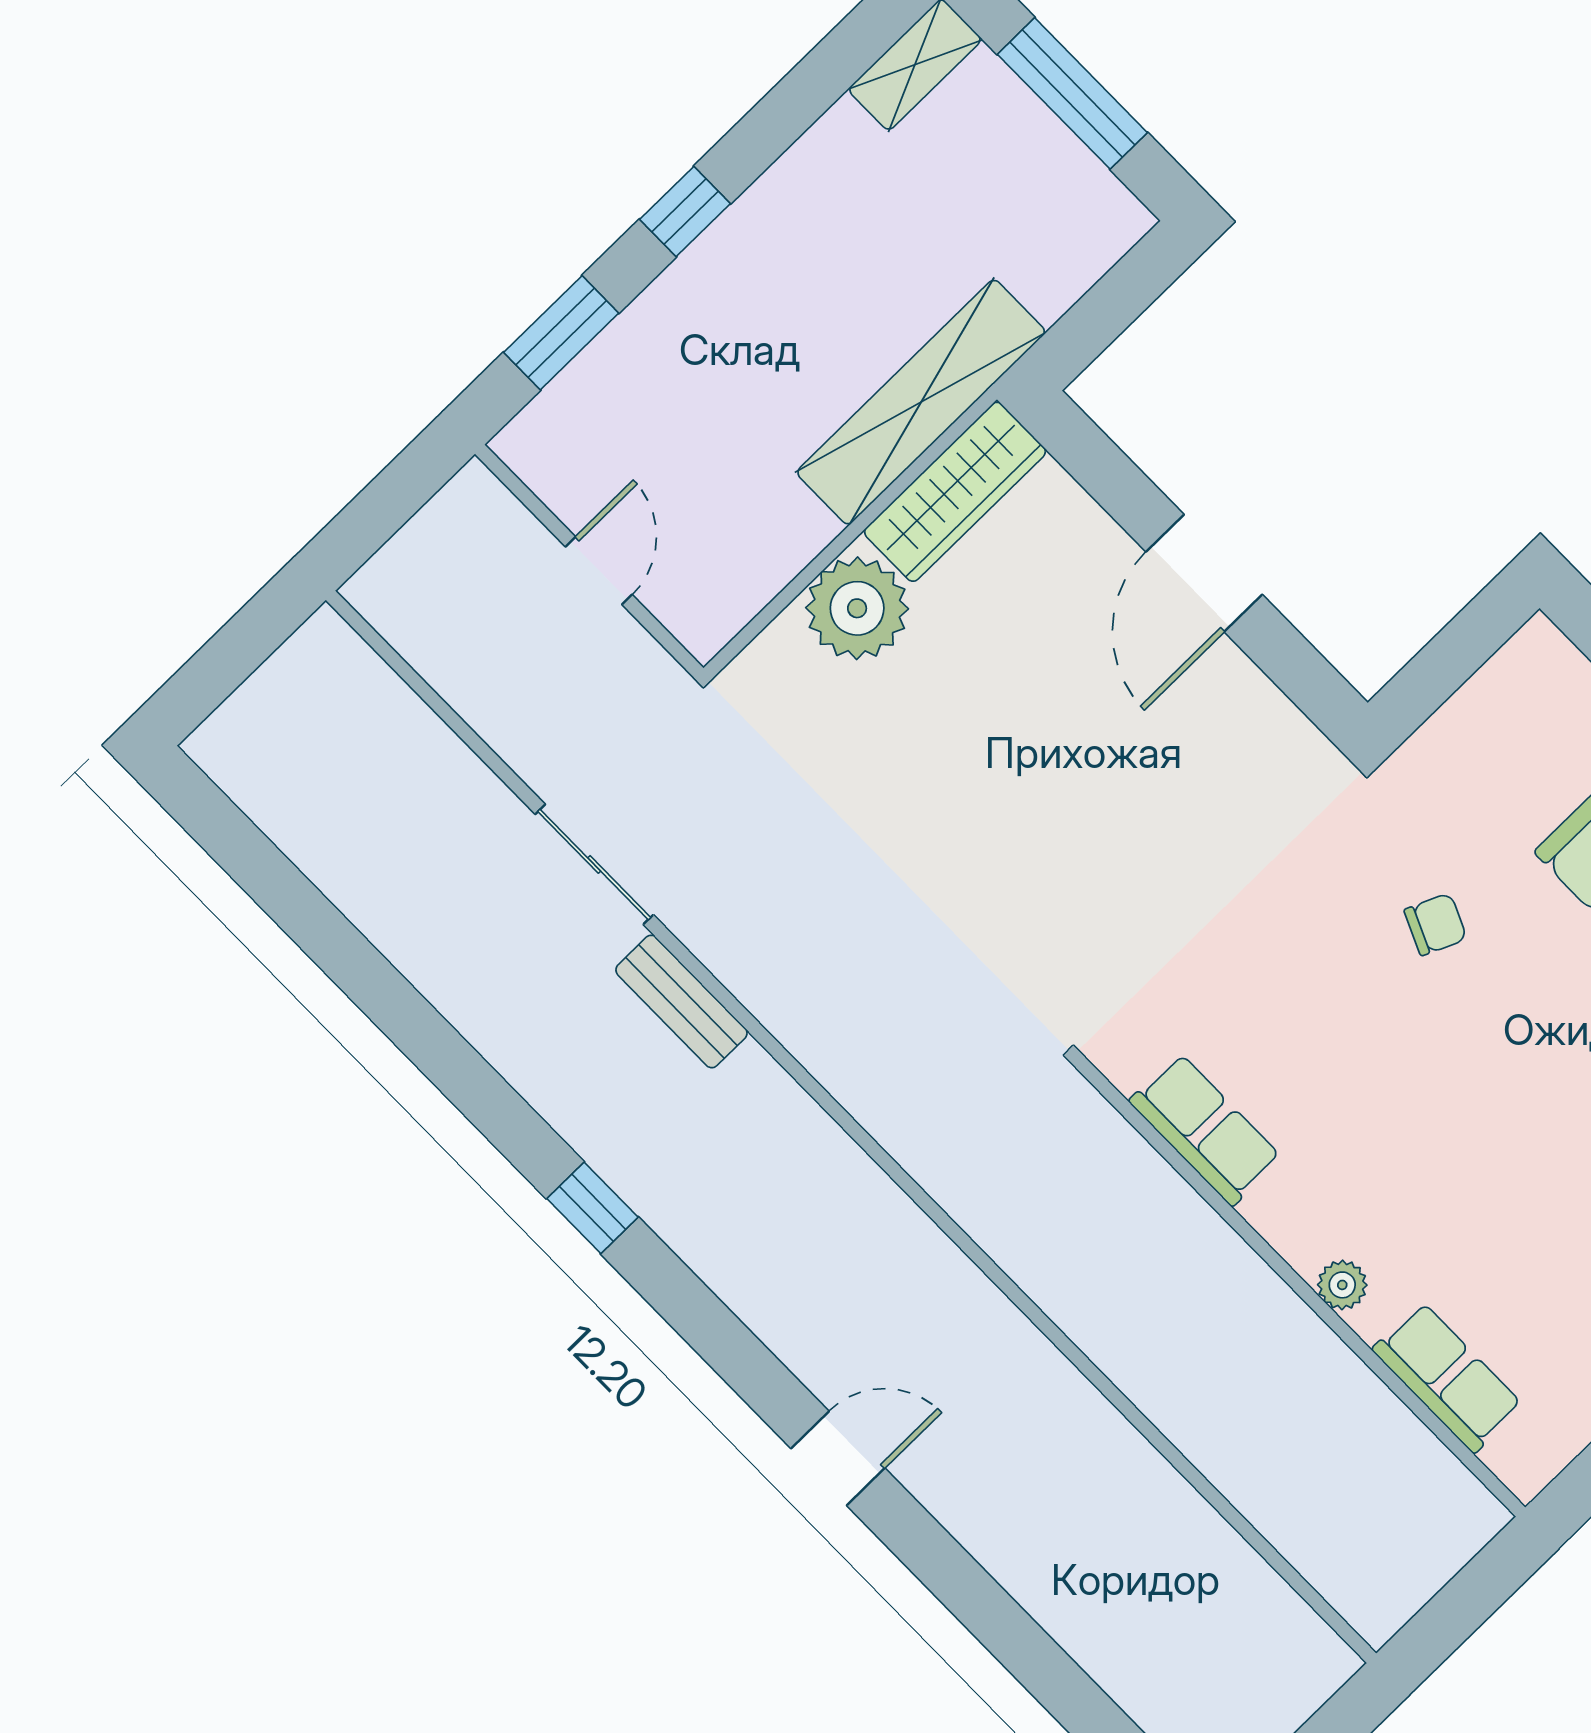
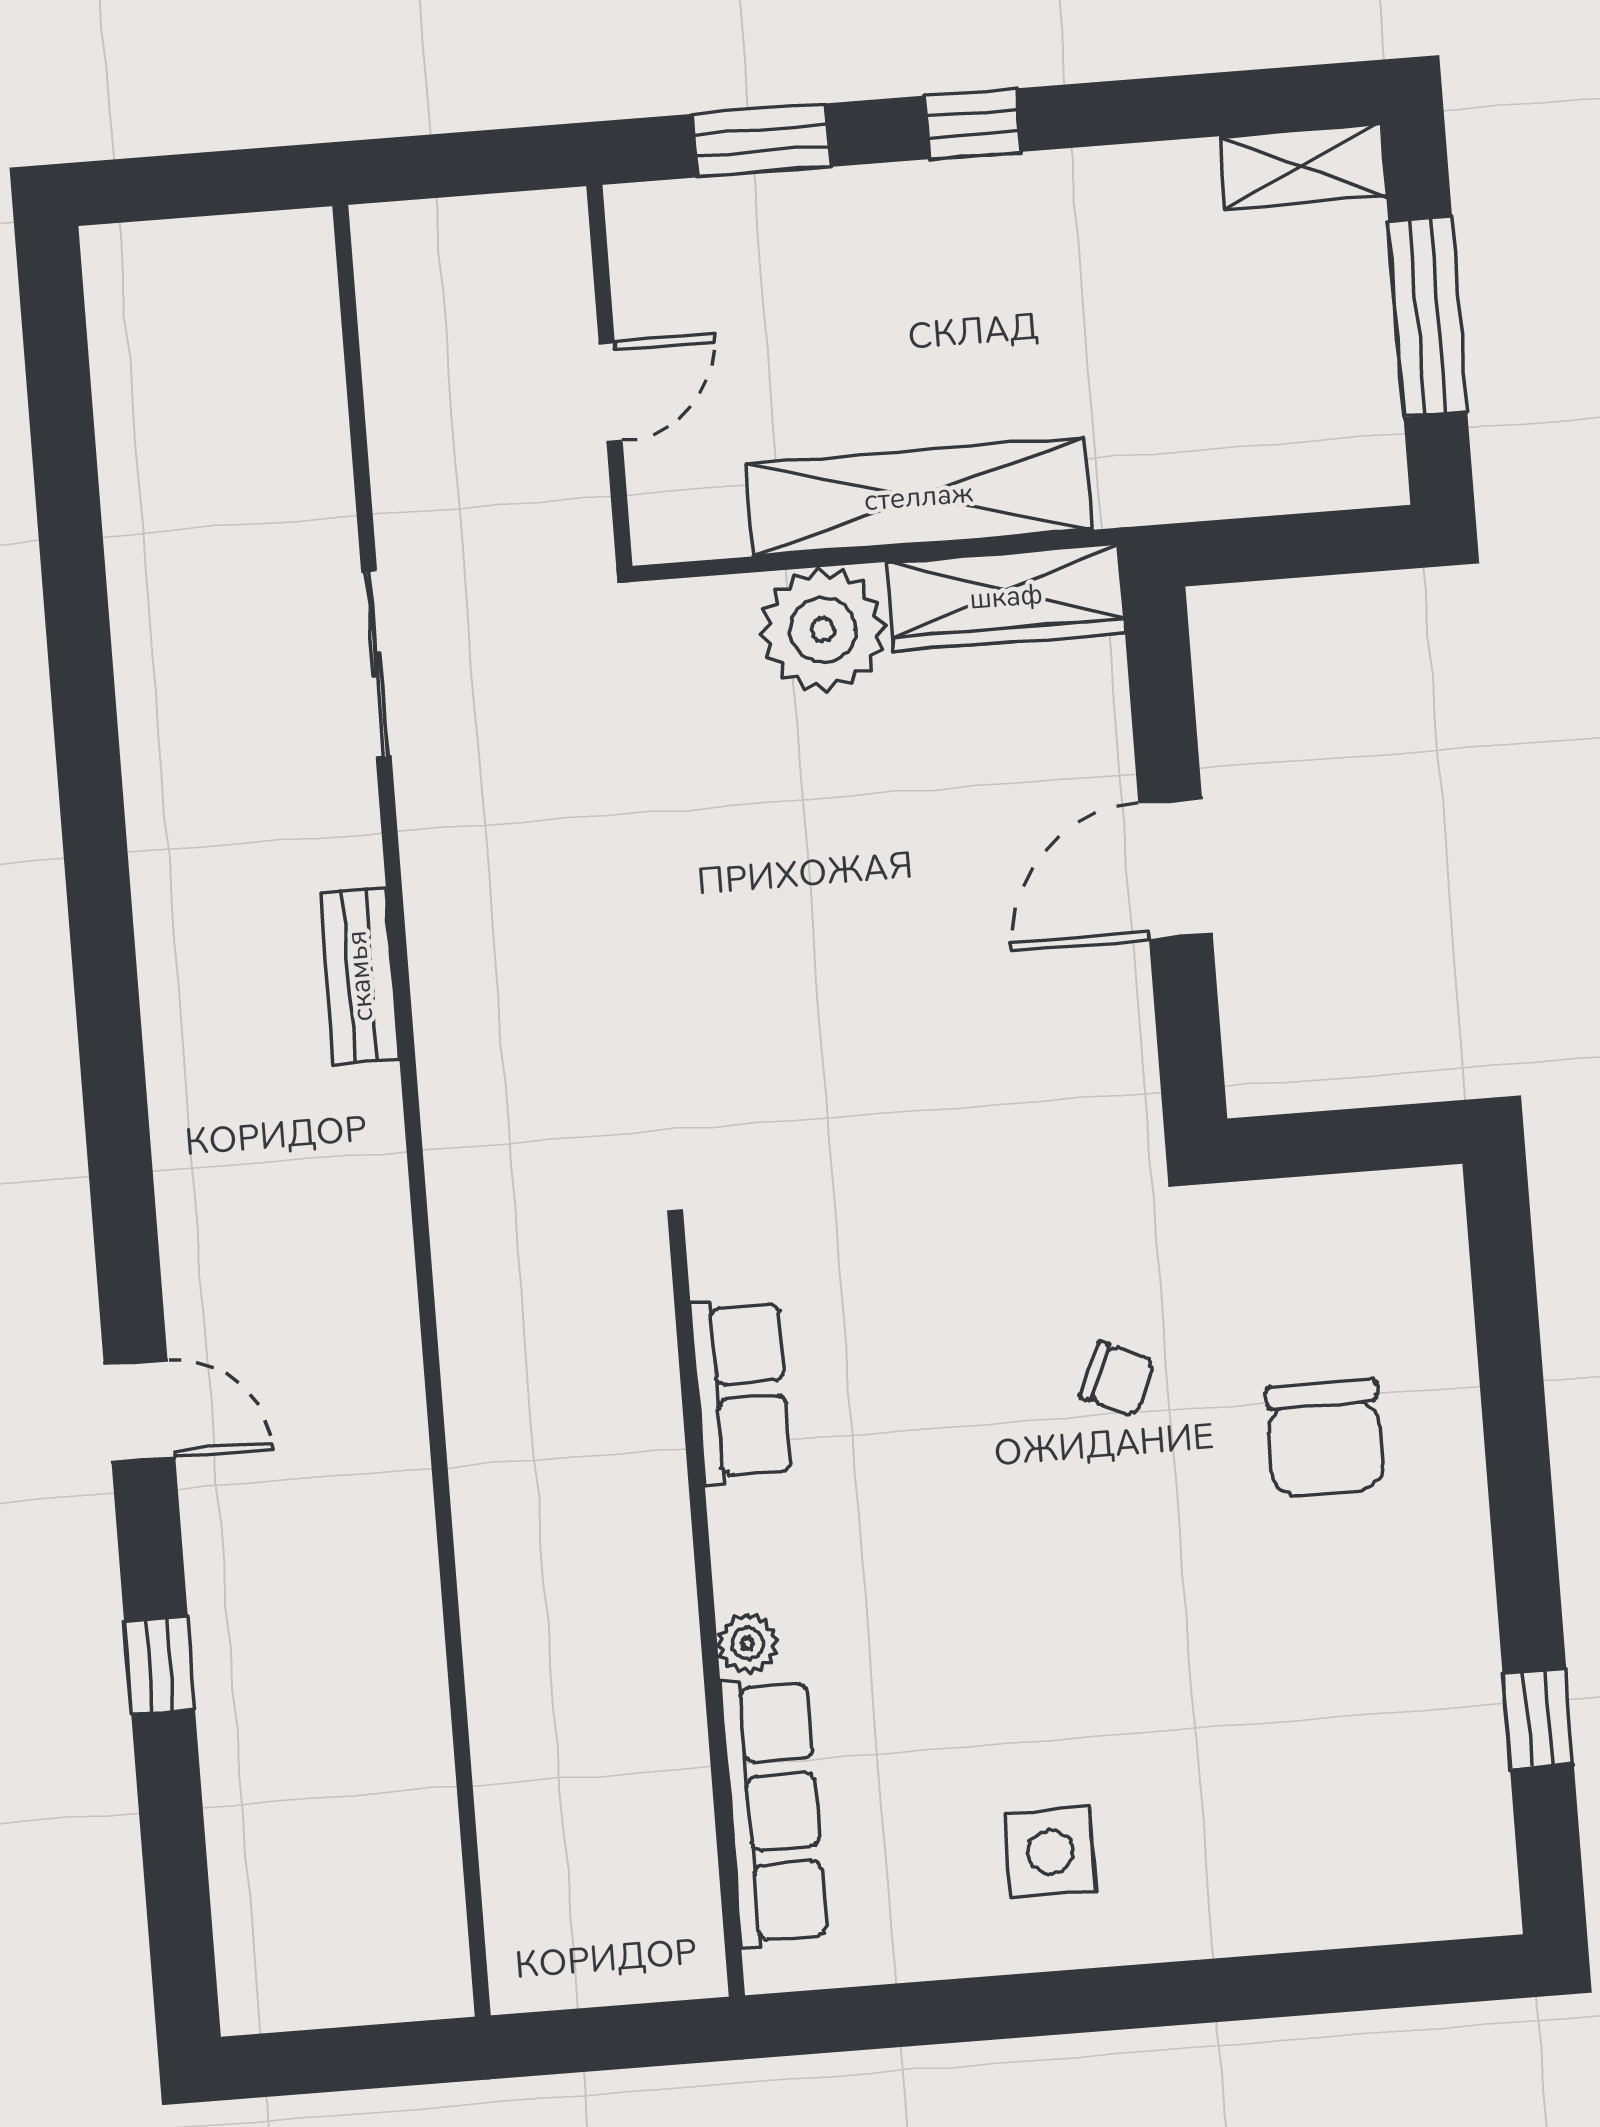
shelving: (921, 402) -> (919, 497), moved
bench: (682, 1001) -> (360, 976), moved
window: (593, 1208) -> (160, 1665), moved
row of seats: (1447, 1377) -> (774, 1812), width x1.48

